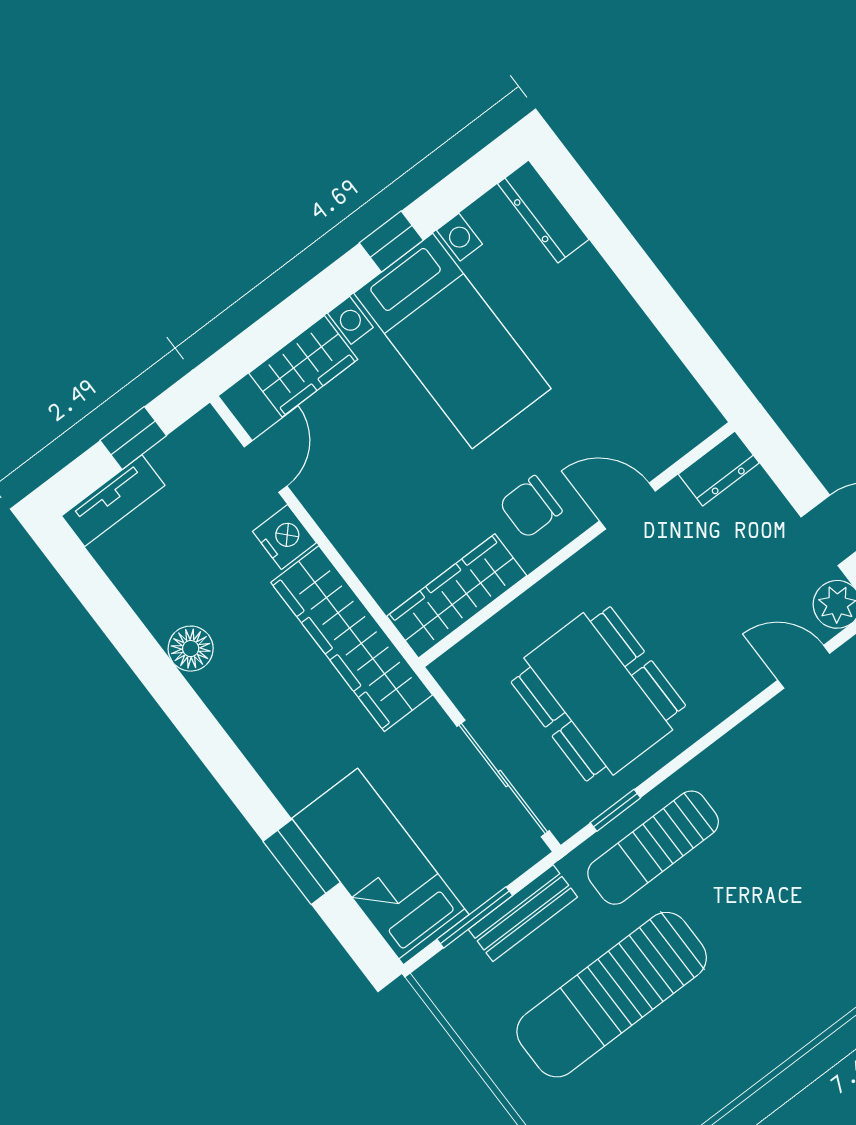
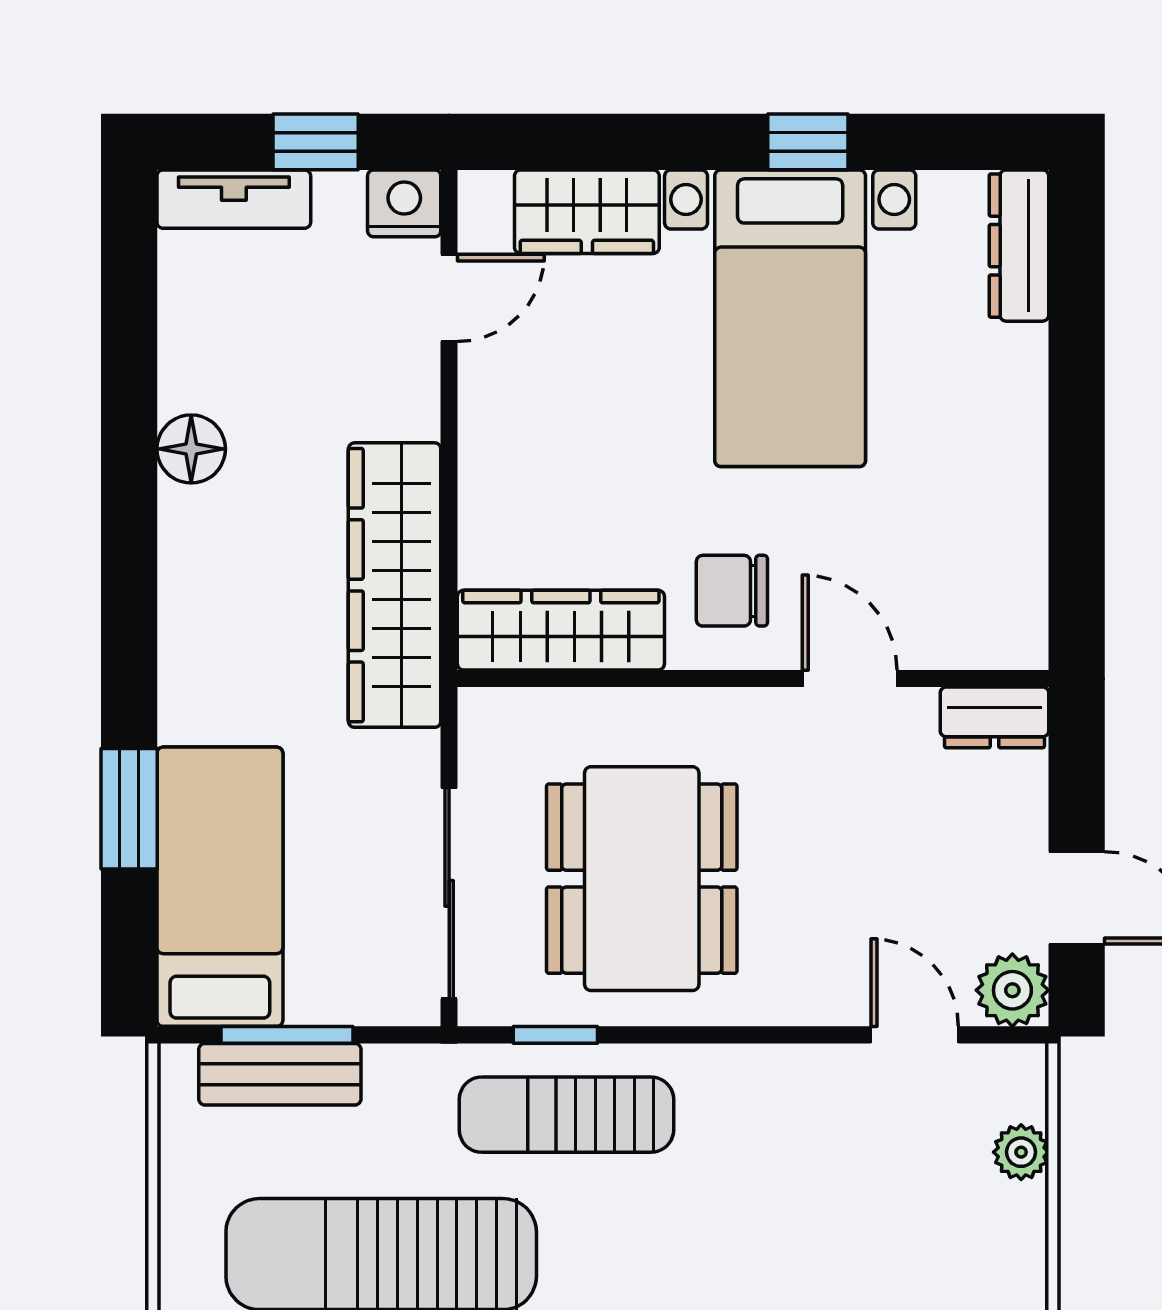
nightstand: (284, 537) -> (404, 203), moved, turned -90
bench: (523, 913) -> (280, 1074), moved

